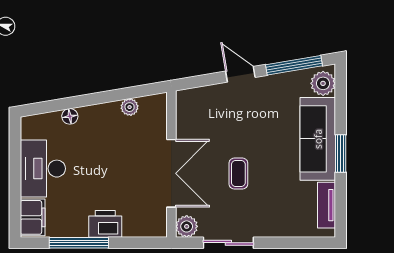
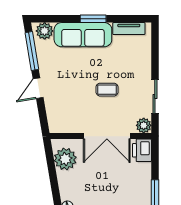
plant: (130, 107) -> (65, 159), width x1.88, depth x1.88
double door: (171, 173) -> (107, 136), swing flipped
printer: (105, 224) -> (142, 150), moved

